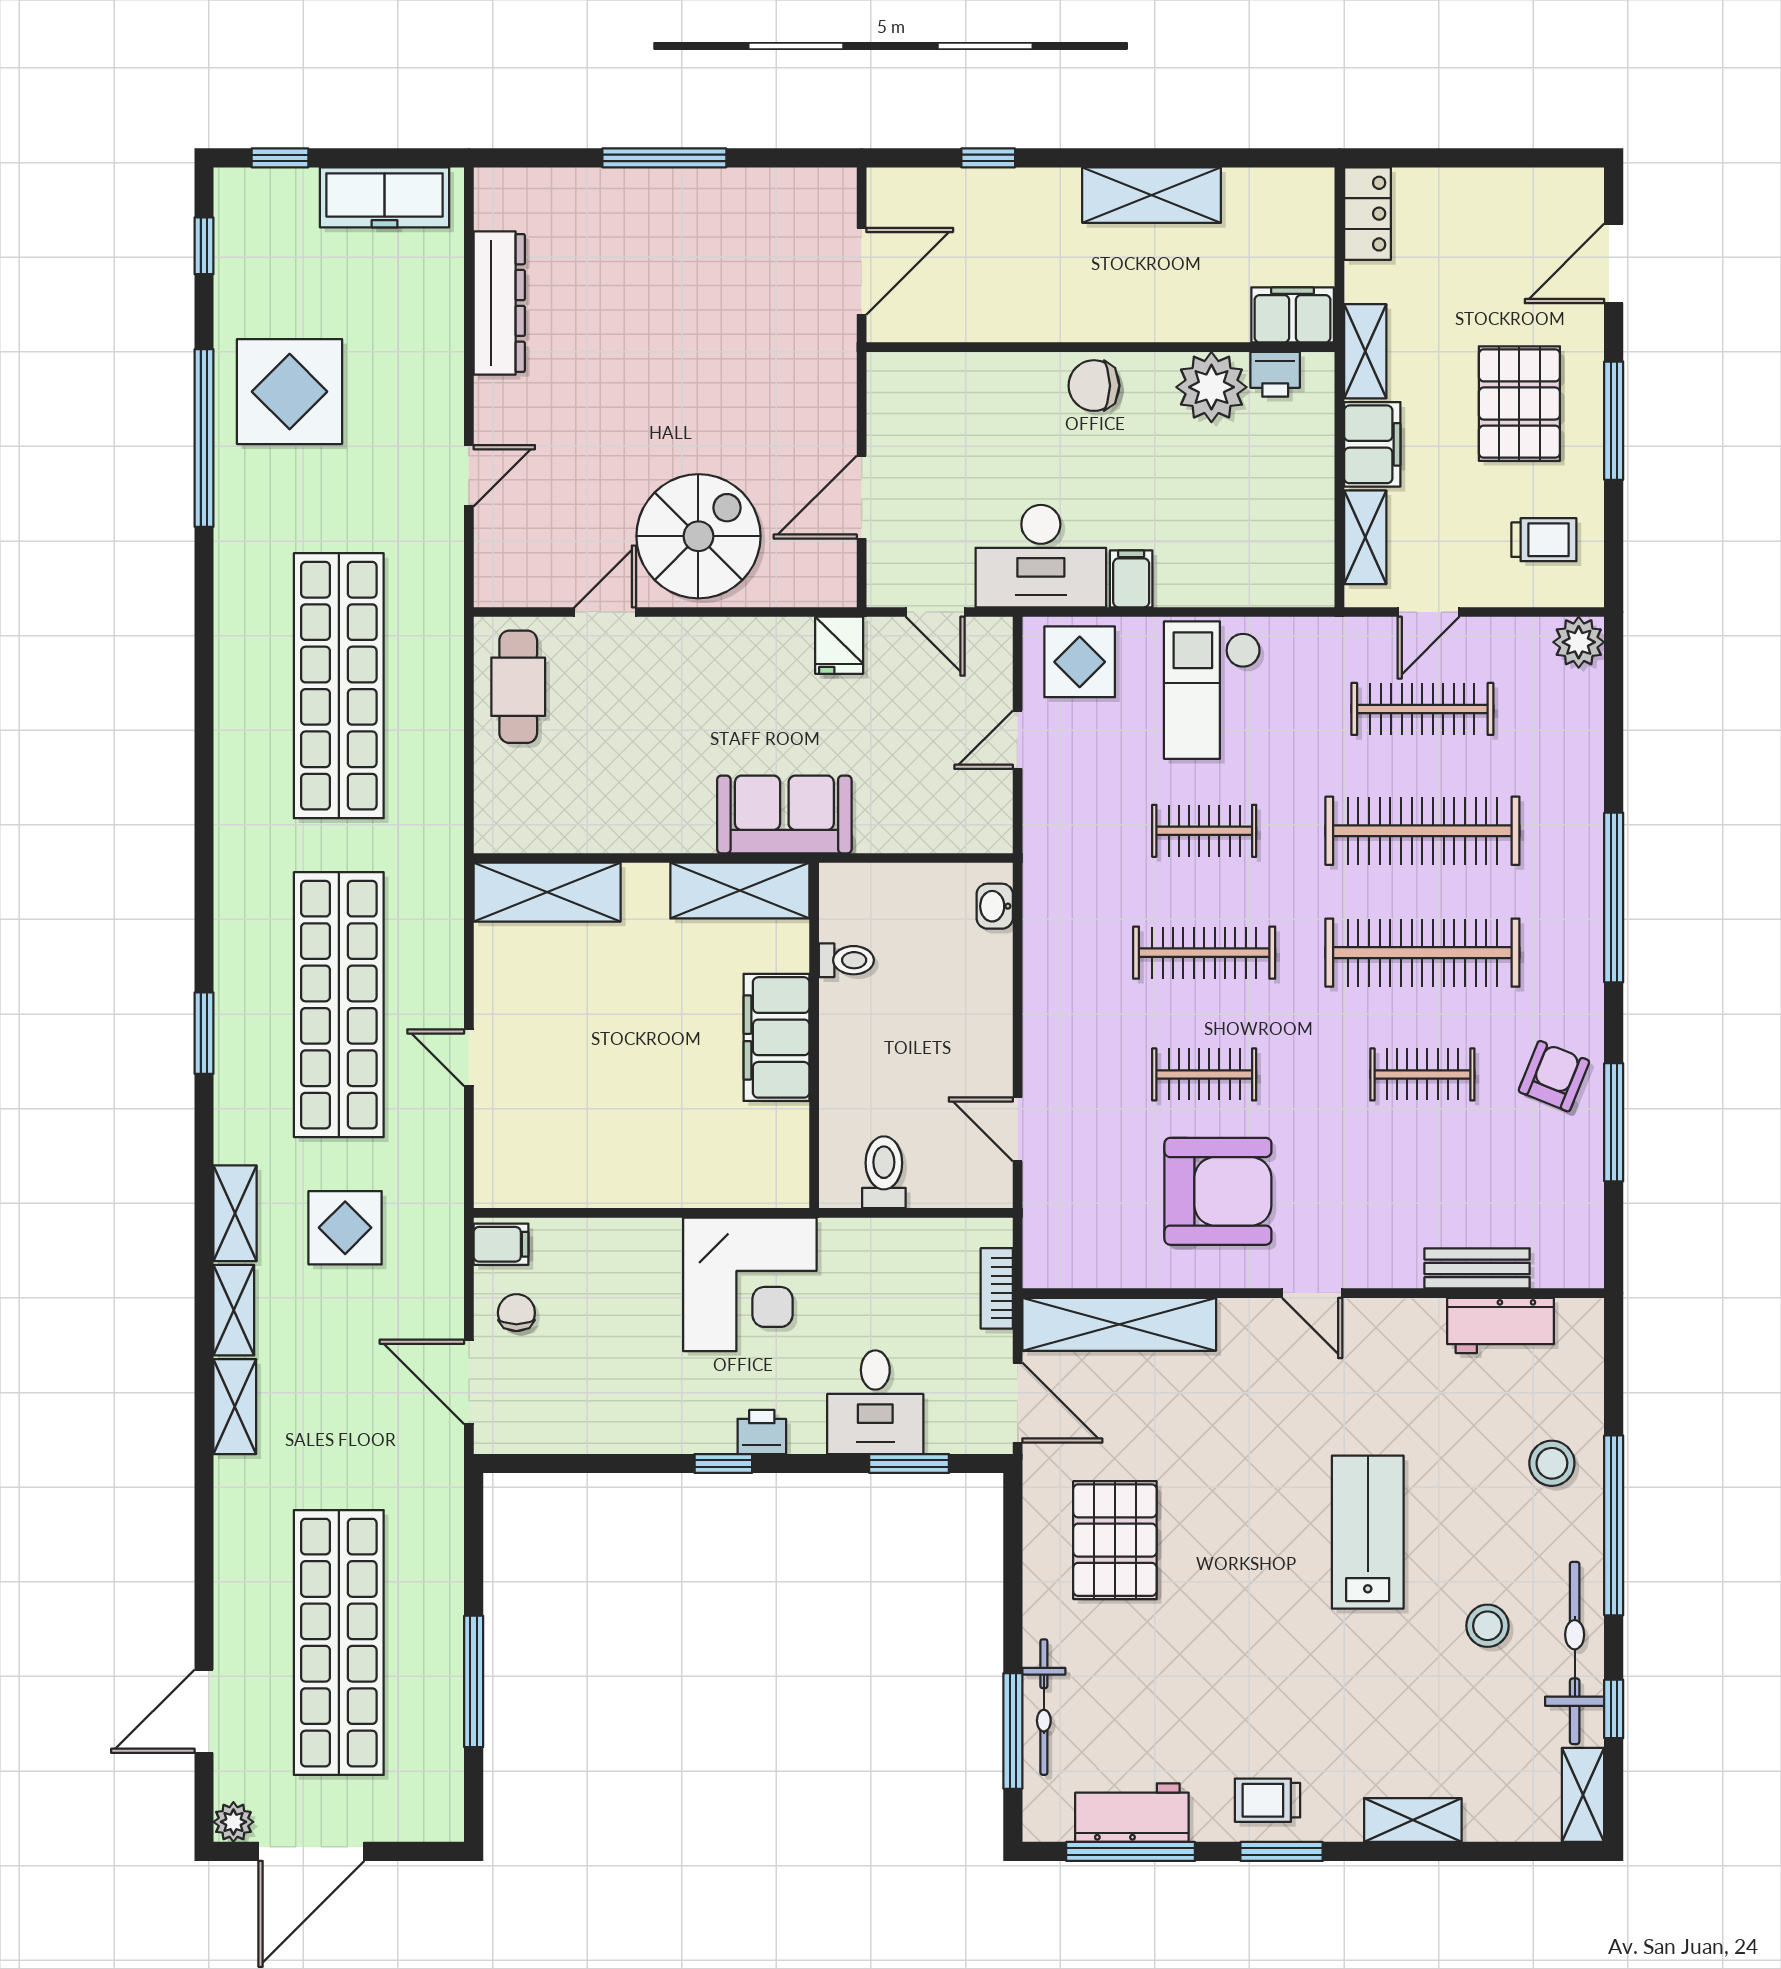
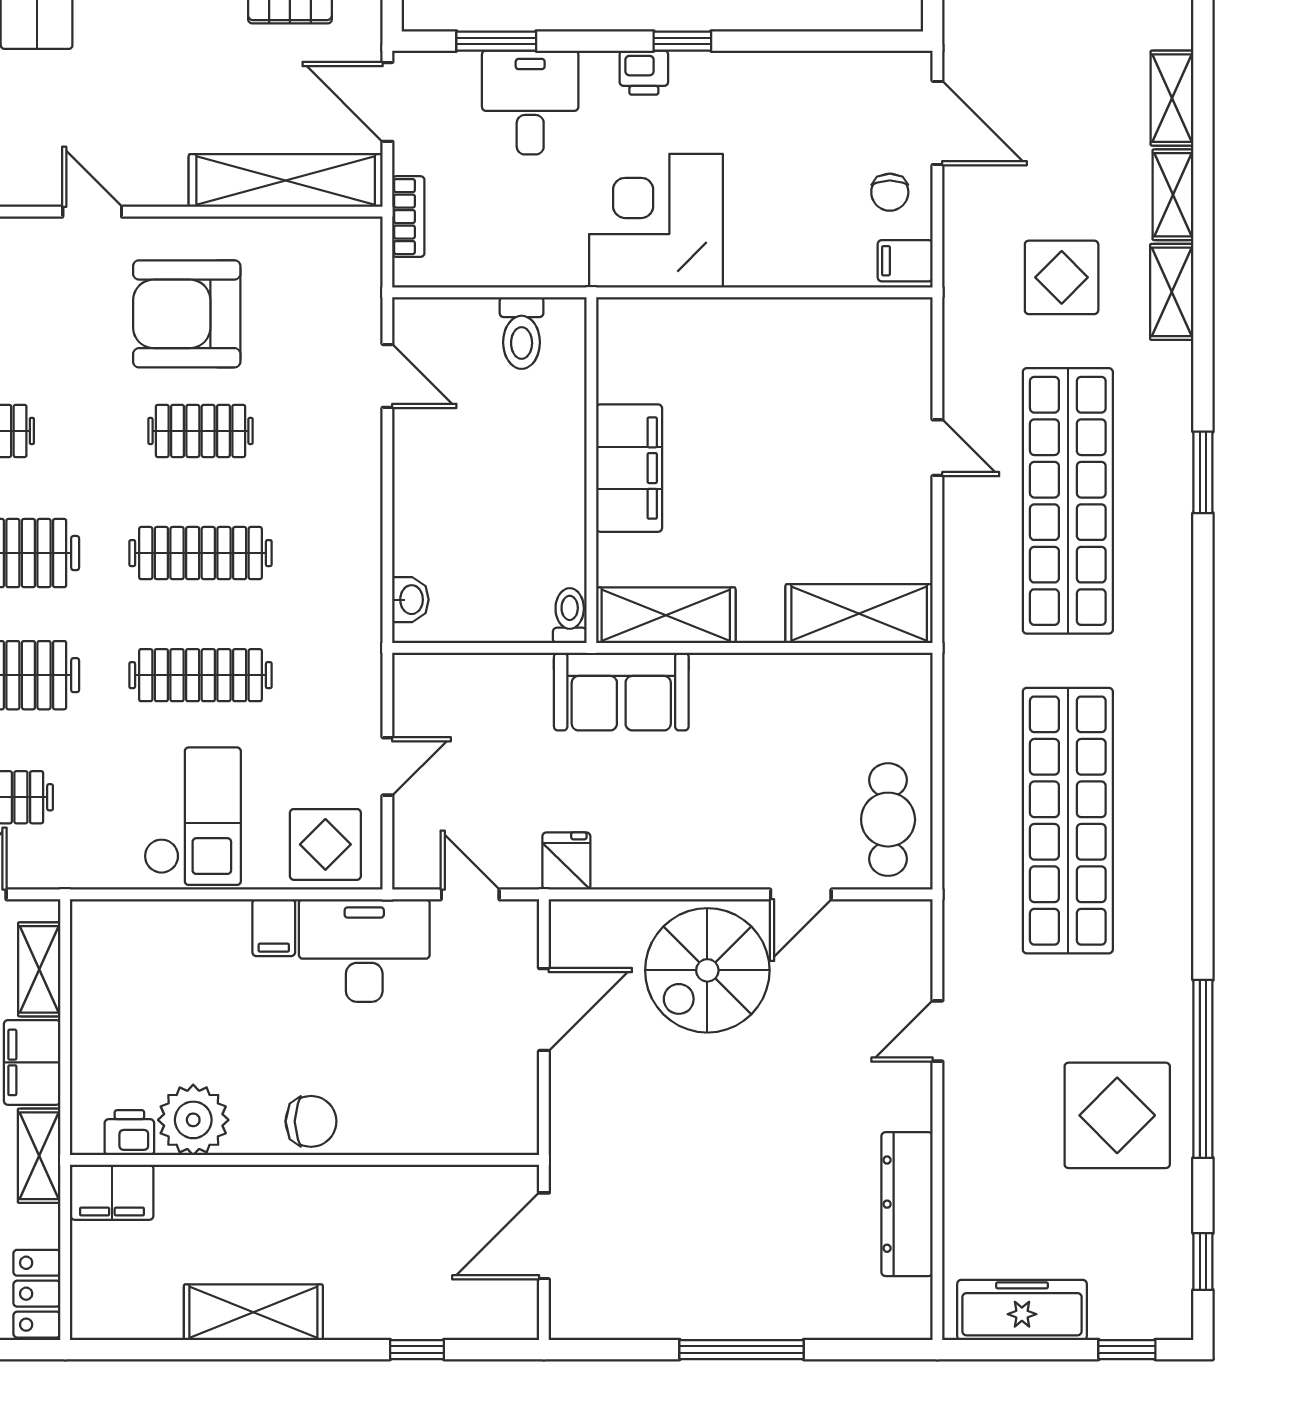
clothes rail: (1204, 831) -> (200, 675), width x1.36
toilet: (846, 960) -> (570, 616), moved, turned 90

